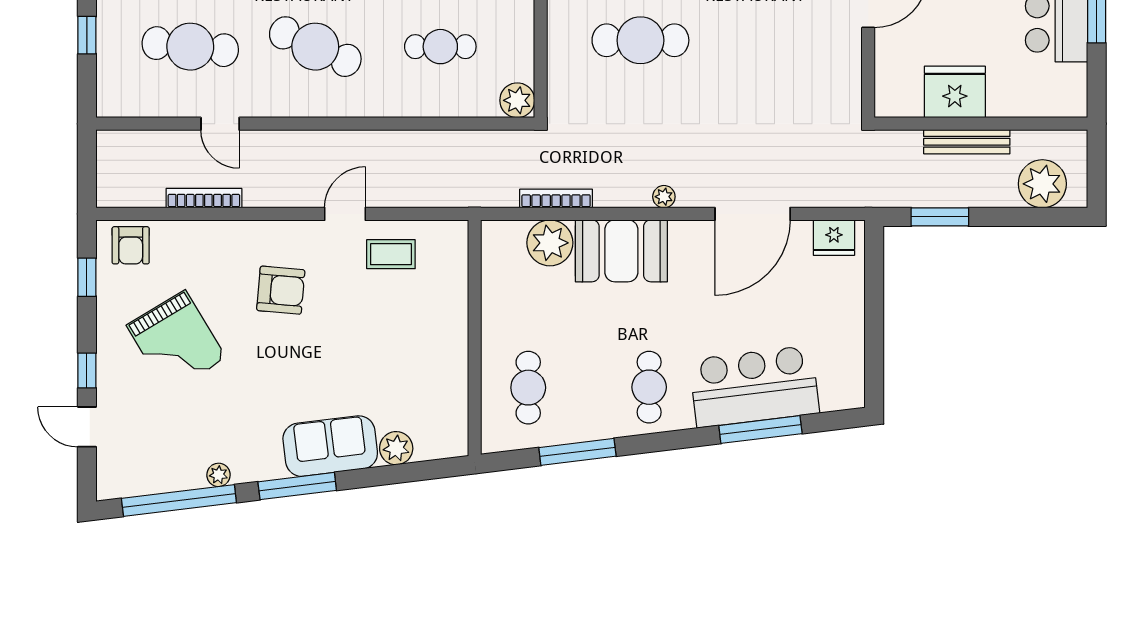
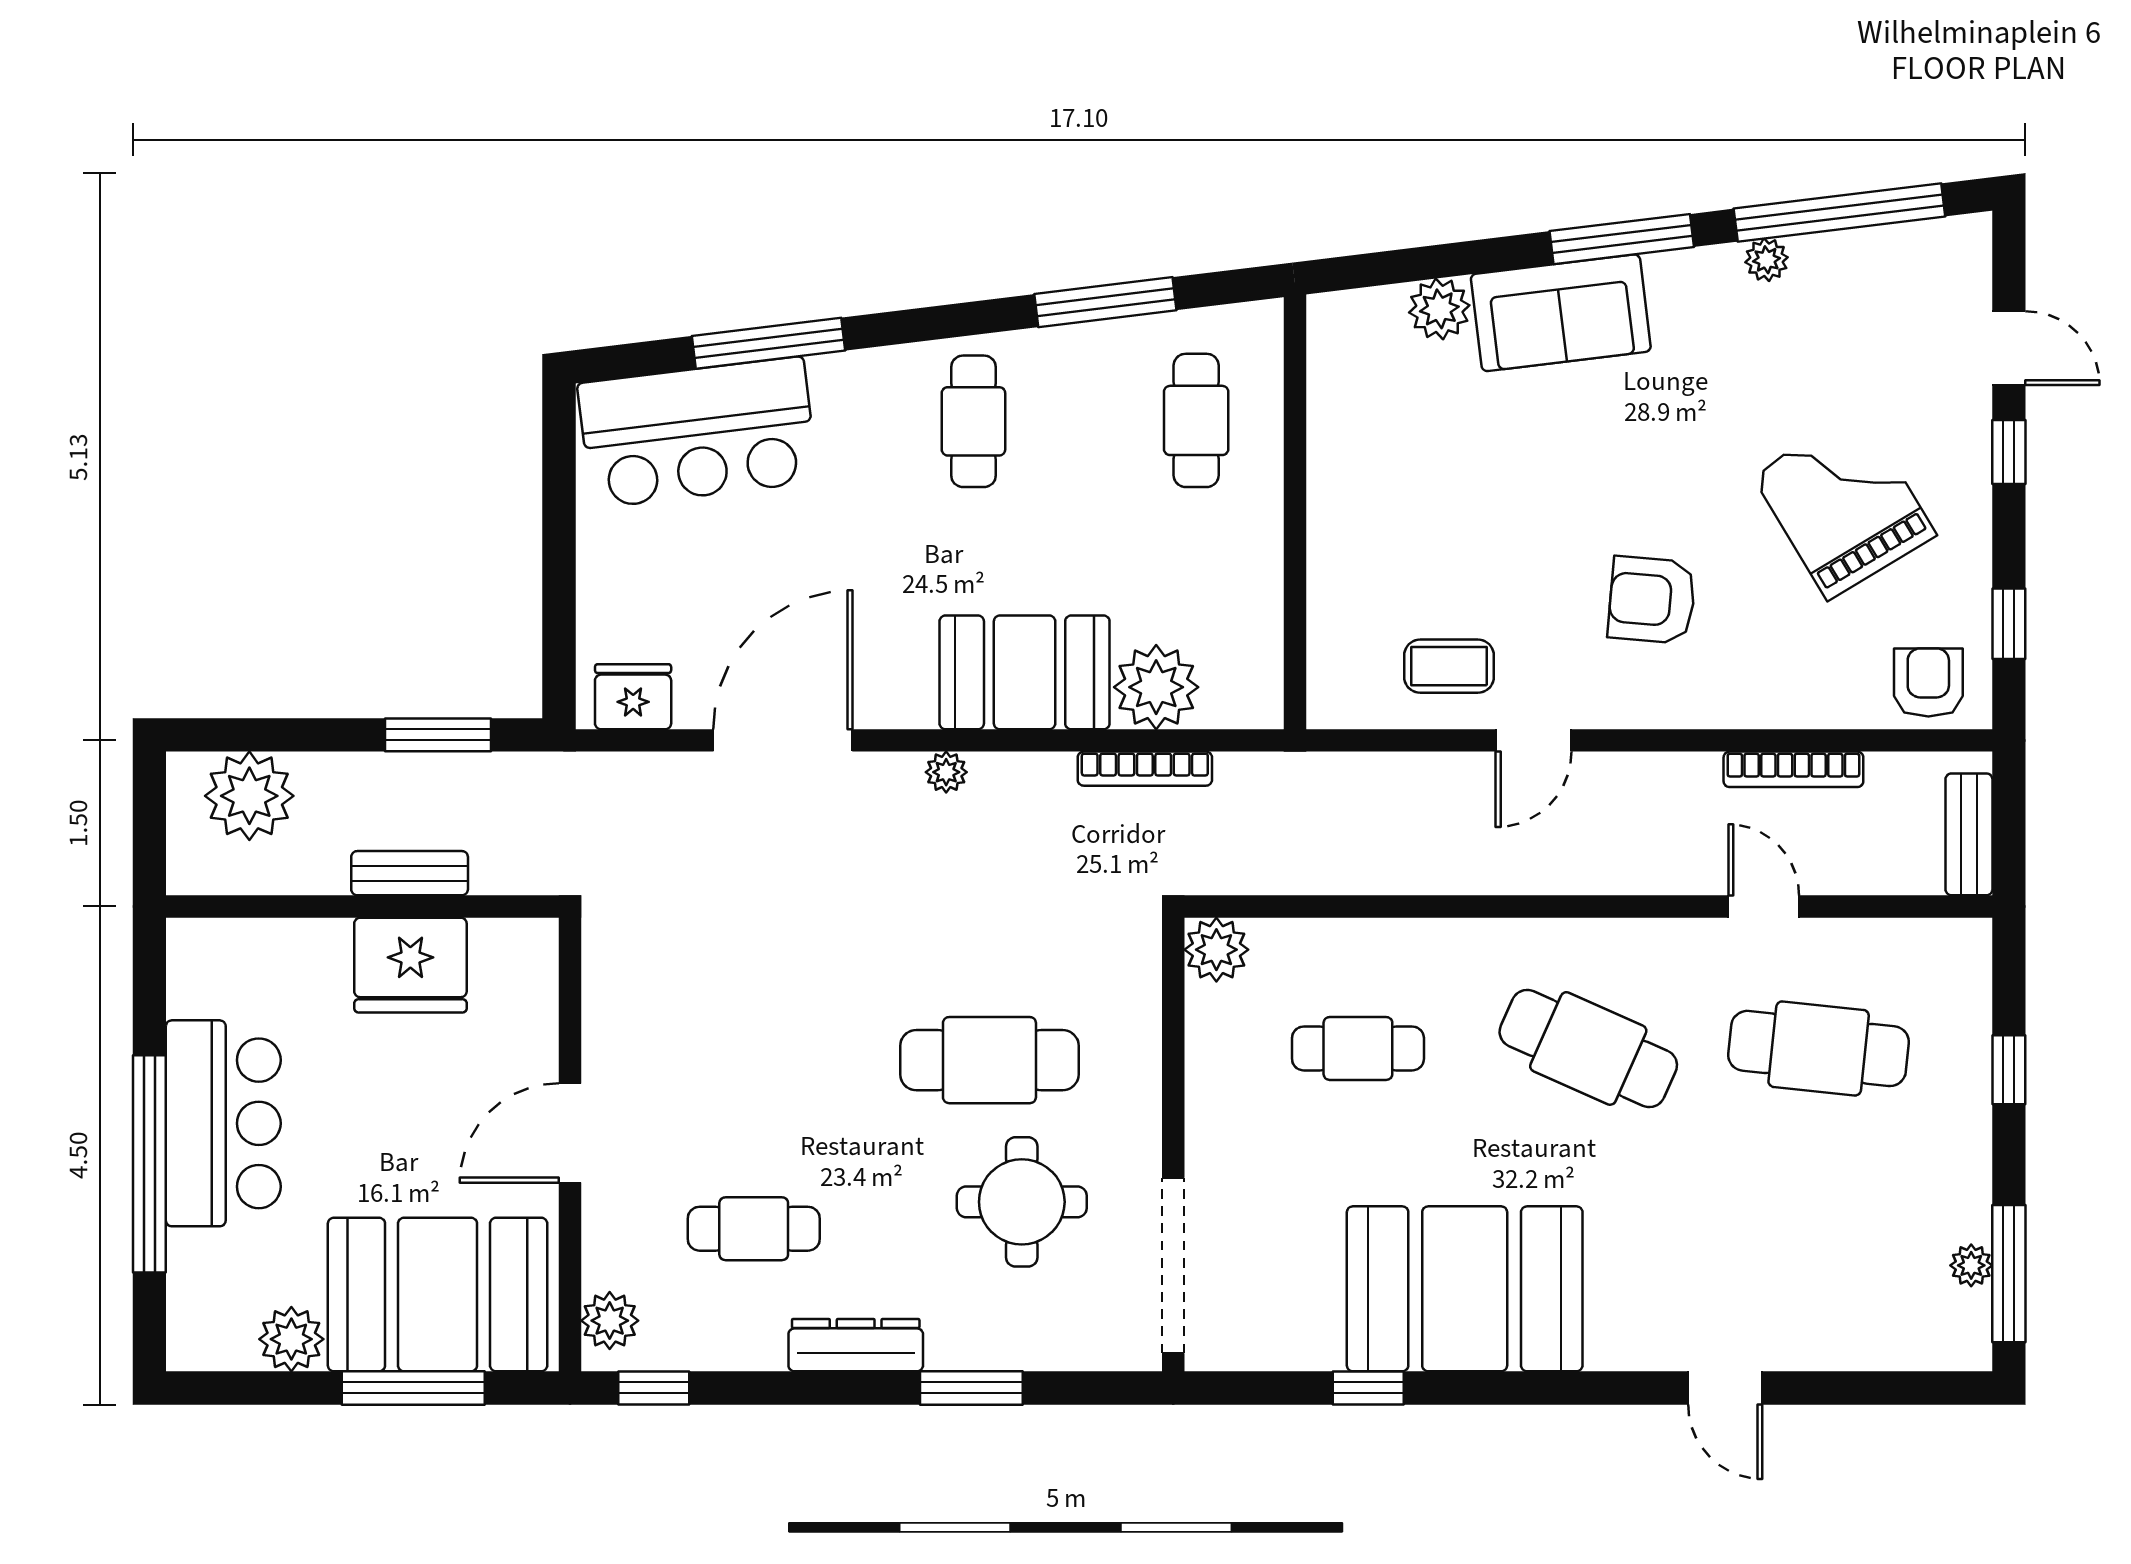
bench: (967, 142) -> (410, 873), width x0.73
bench: (109, 163) -> (1969, 834), added
bar counter: (754, 387) -> (698, 432), moved

